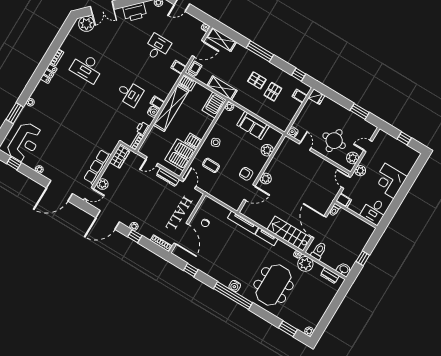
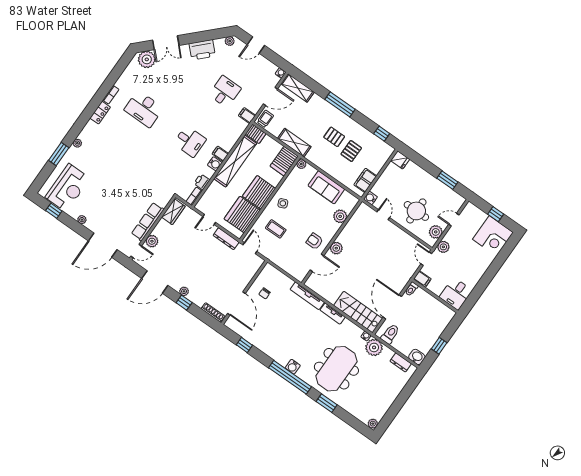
filing cabinet: (300, 96) -> (365, 180), moved, width x2.00
server rack: (193, 141) -> (259, 192), width x2.18, depth x1.44
corner desk: (389, 181) -> (493, 236), moved, turned -90
window: (288, 329) -> (327, 403), moved

